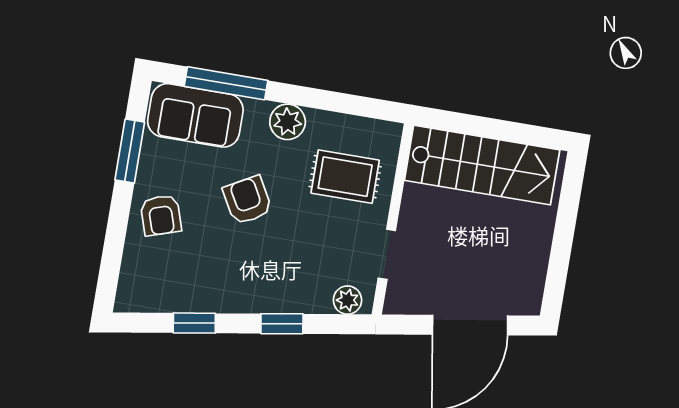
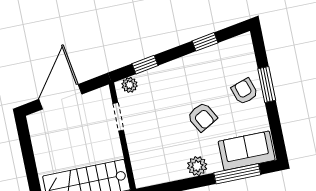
window: (130, 151) -> (267, 84), moved
rug: (345, 177) -> (156, 149), removed
window: (282, 324) -> (145, 65), moved

